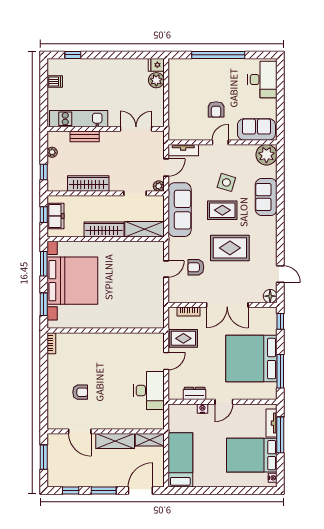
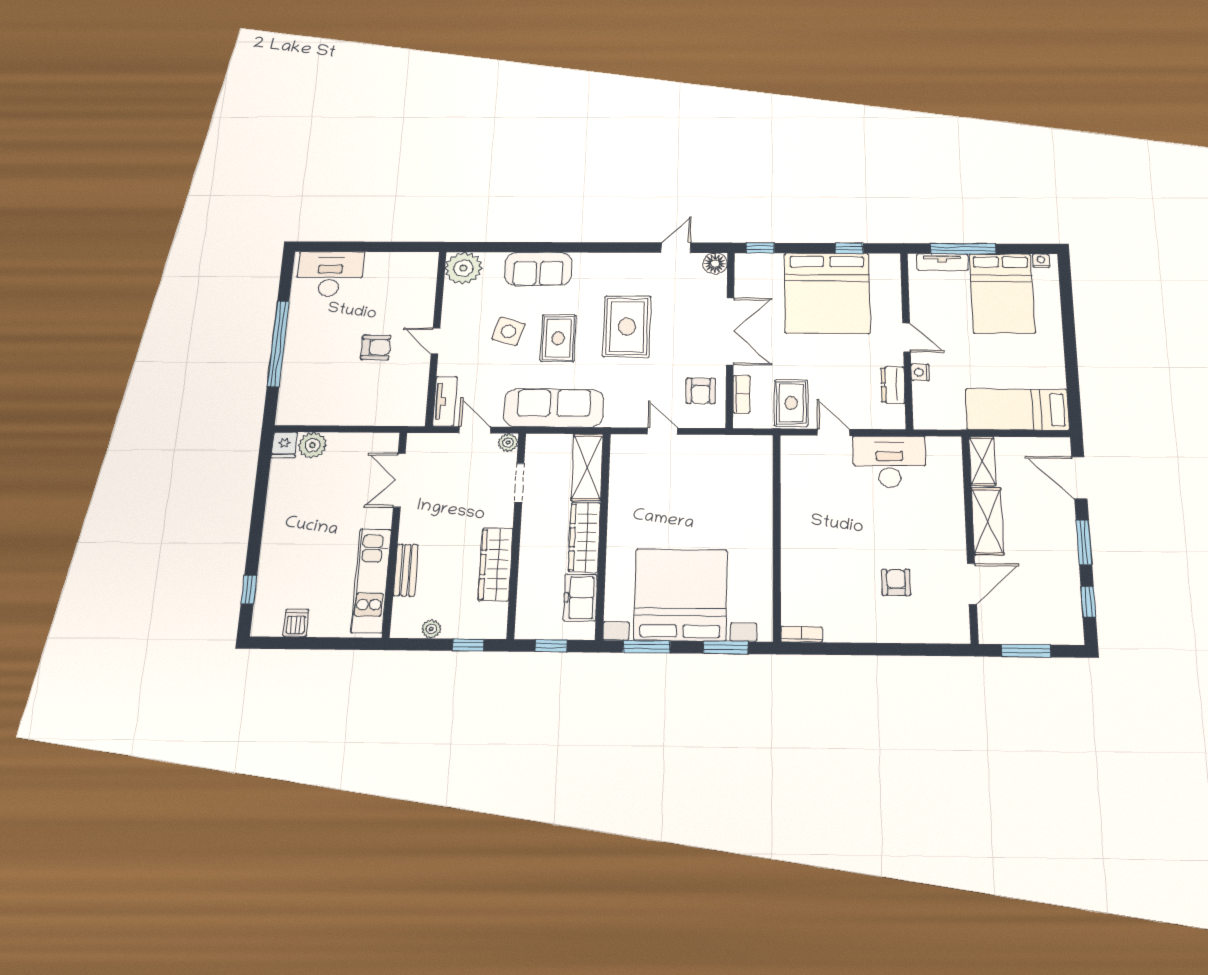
sofa: (256, 129) -> (417, 284), removed
freezer: (55, 216) -> (580, 598), moved, turned -90
armchair: (196, 267) -> (701, 391), moved
window: (280, 371) -> (849, 248), width x0.46

